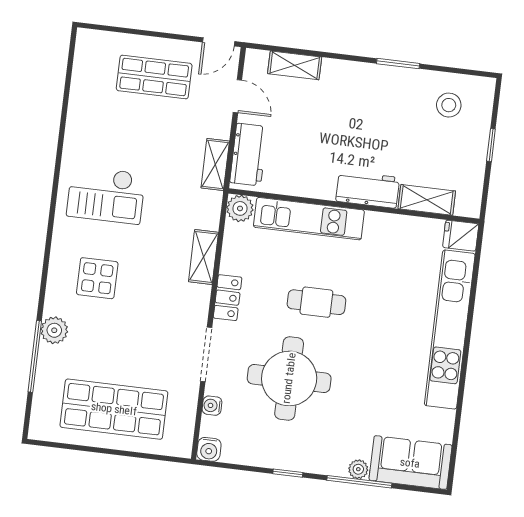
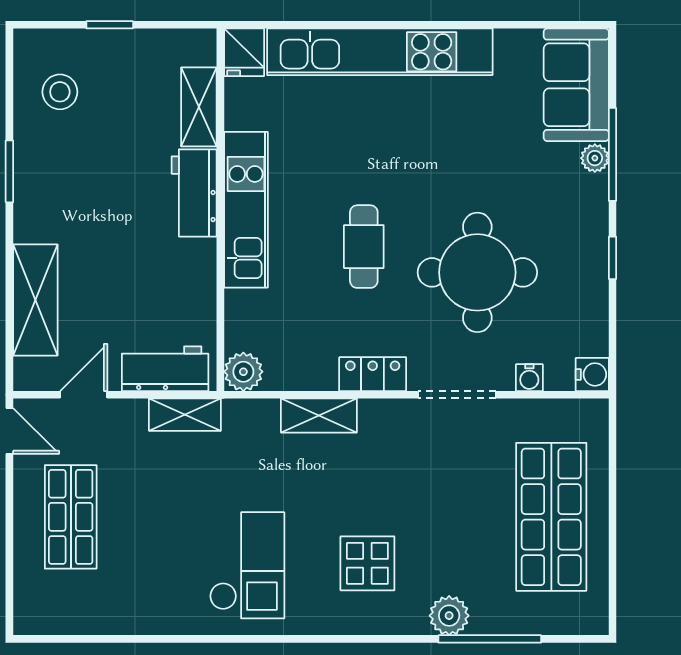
shelving: (295, 65) -> (35, 300), width x1.50, depth x1.33
kitchen unit: (309, 219) -> (246, 210), moved

